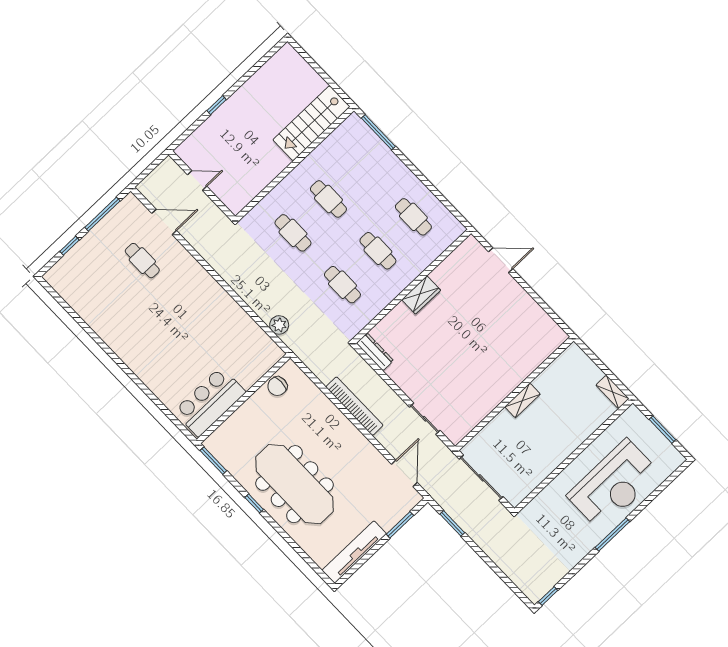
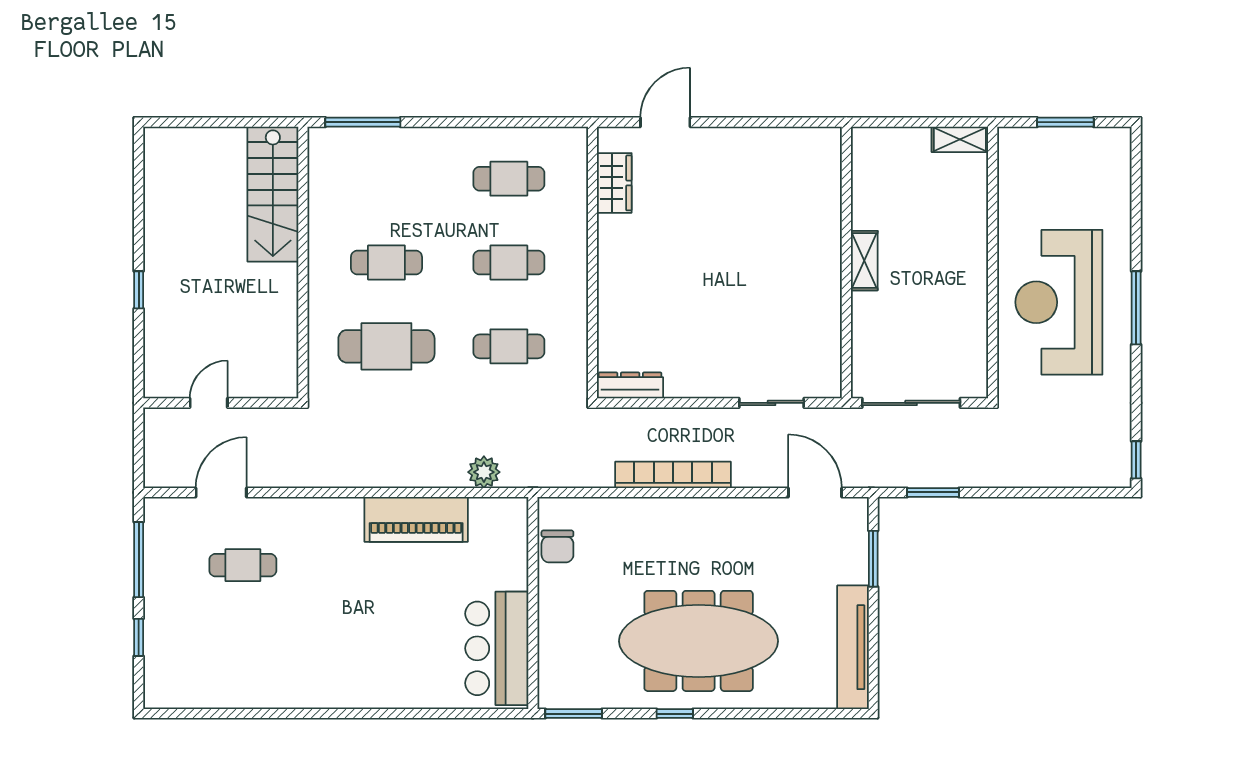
cafe table: (293, 233) -> (386, 346), width x1.37, depth x1.35
wardrobe: (421, 295) -> (614, 183), moved
piano: (232, 315) -> (416, 519), added
reception desk: (614, 485) -> (1059, 302), moved, turned 180

